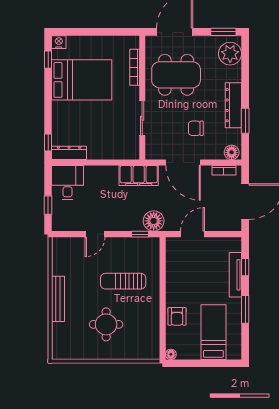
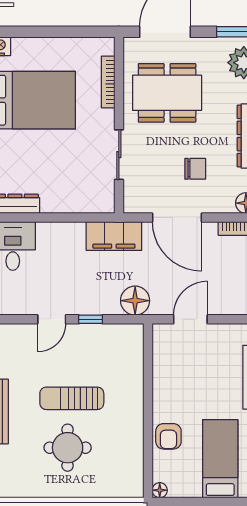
chair: (196, 128) -> (195, 169), turned 180
window: (140, 234) -> (91, 319), moved
sun lounger: (123, 281) -> (72, 398), moved

